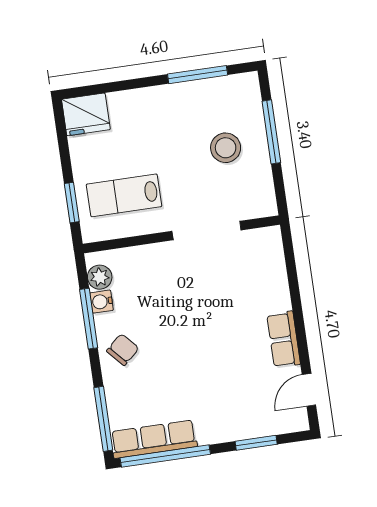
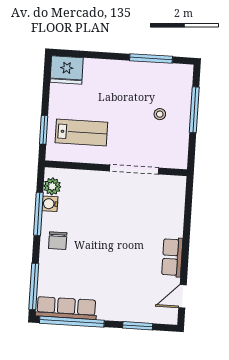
stool: (226, 148) -> (160, 114), width x0.53, depth x0.53
lab bench: (124, 195) -> (81, 132), turned 180
chair: (123, 350) -> (58, 241), turned 132

